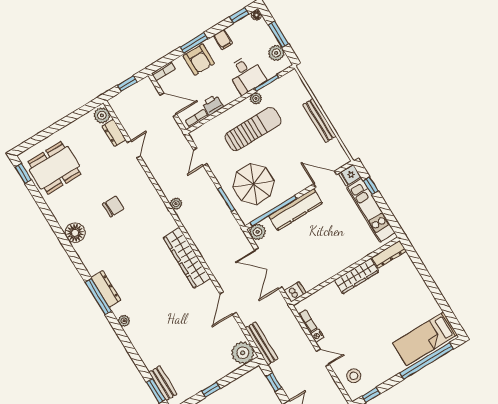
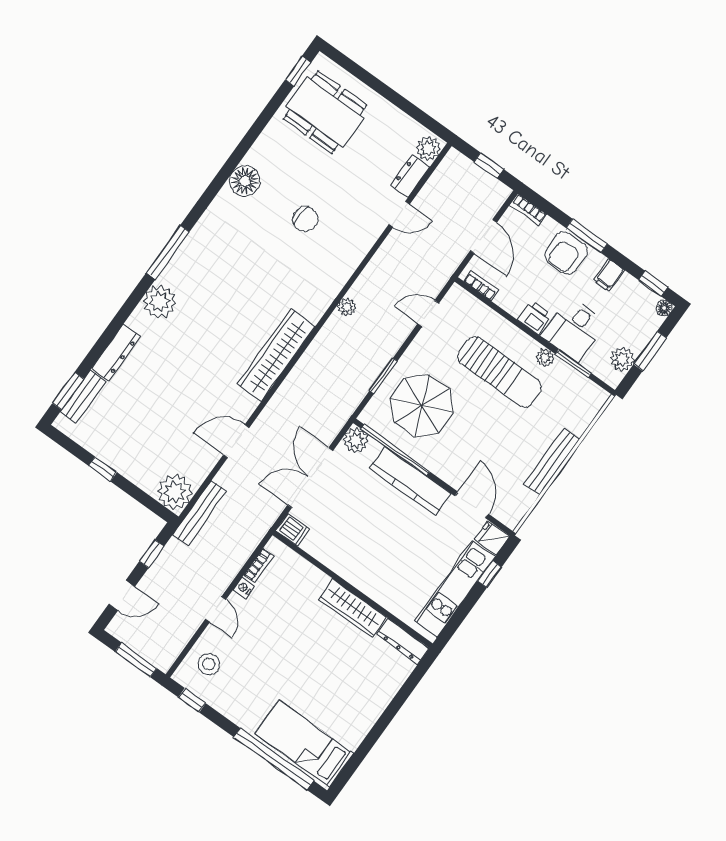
printer: (213, 105) -> (535, 318), moved
dresser: (106, 289) -> (116, 352), moved
plant: (124, 321) -> (160, 302), width x1.88, depth x1.88

